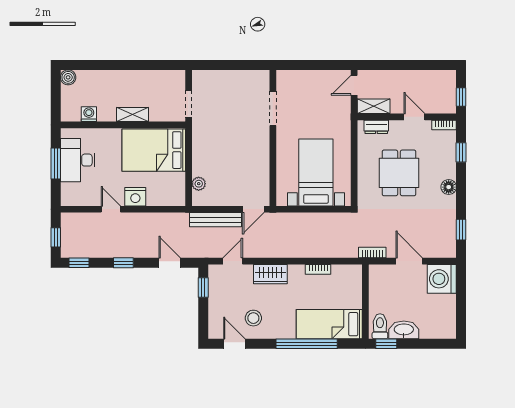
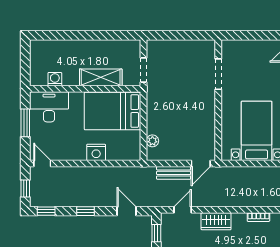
boiler: (68, 77) -> (36, 46), removed
shelving: (133, 115) -> (101, 77), width x1.50, depth x1.33
desk: (78, 160) -> (49, 107), moved, turned 90
door: (111, 209) -> (42, 164), moved
bench: (216, 220) -> (174, 173), width x0.73

